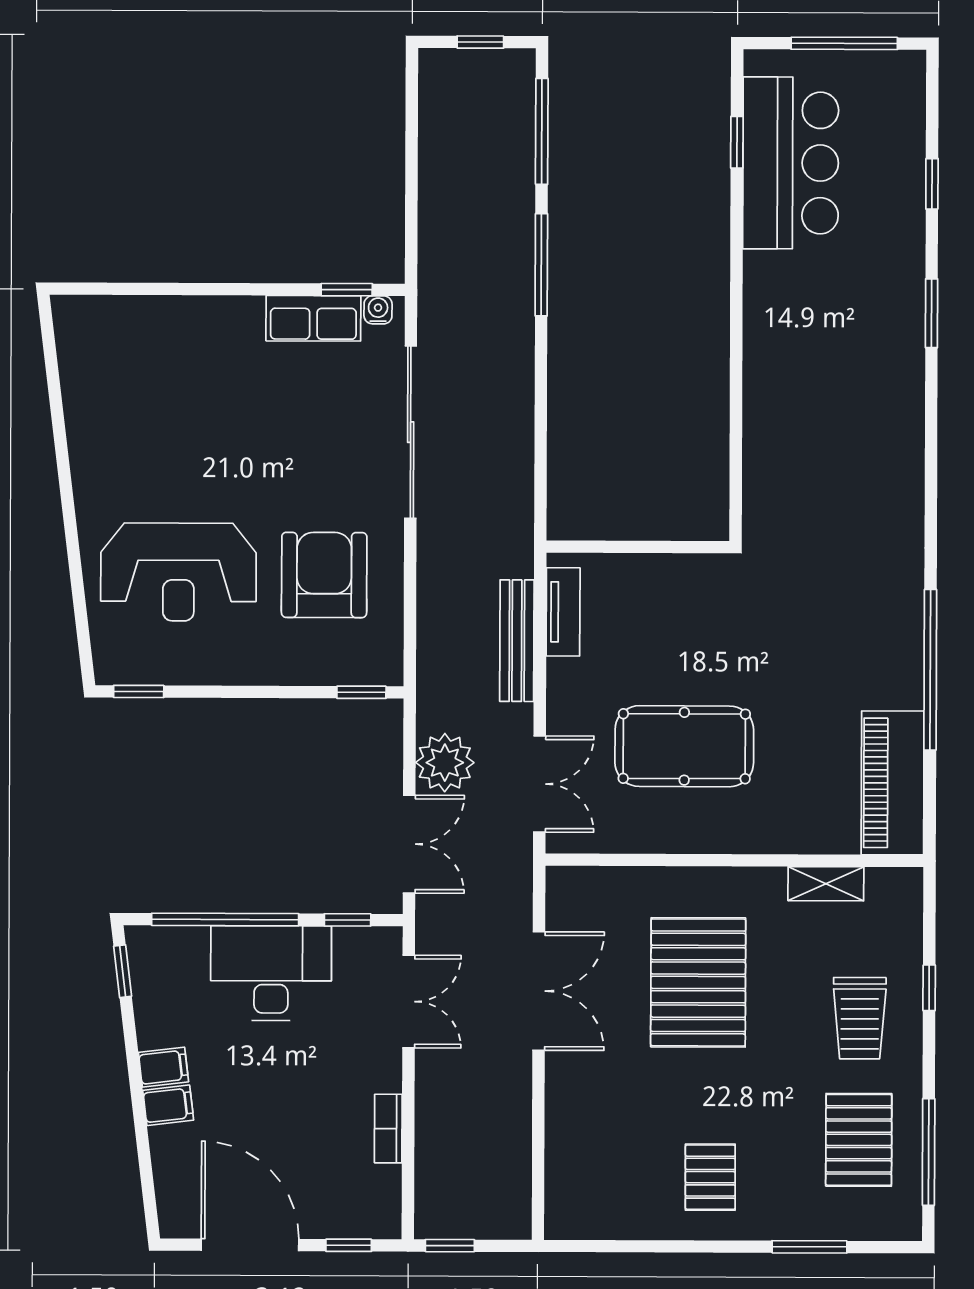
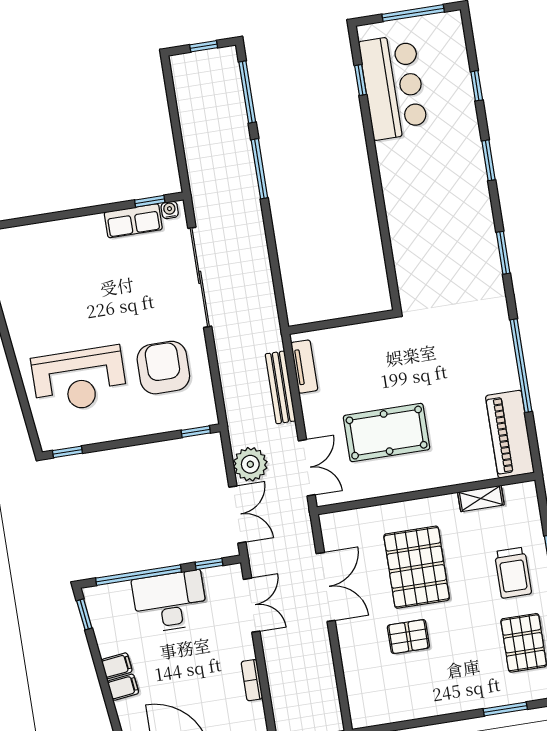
window: (931, 474) -> (503, 253), added
pallet: (710, 1177) -> (408, 637), moved, turned 90

